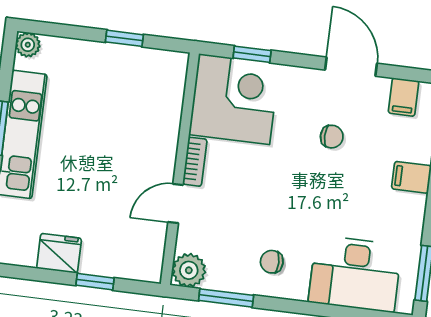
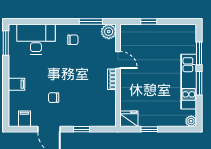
window: (252, 54) -> (82, 129), moved
corner desk: (234, 99) -> (98, 109), removed
door: (176, 203) -> (118, 60), hinge flipped
fridge: (59, 253) -> (129, 119), moved, turned 180

